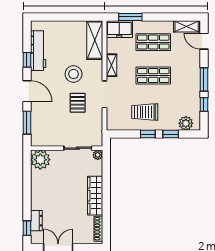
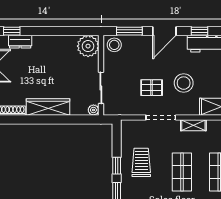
stool: (39, 136) -> (114, 45), added

